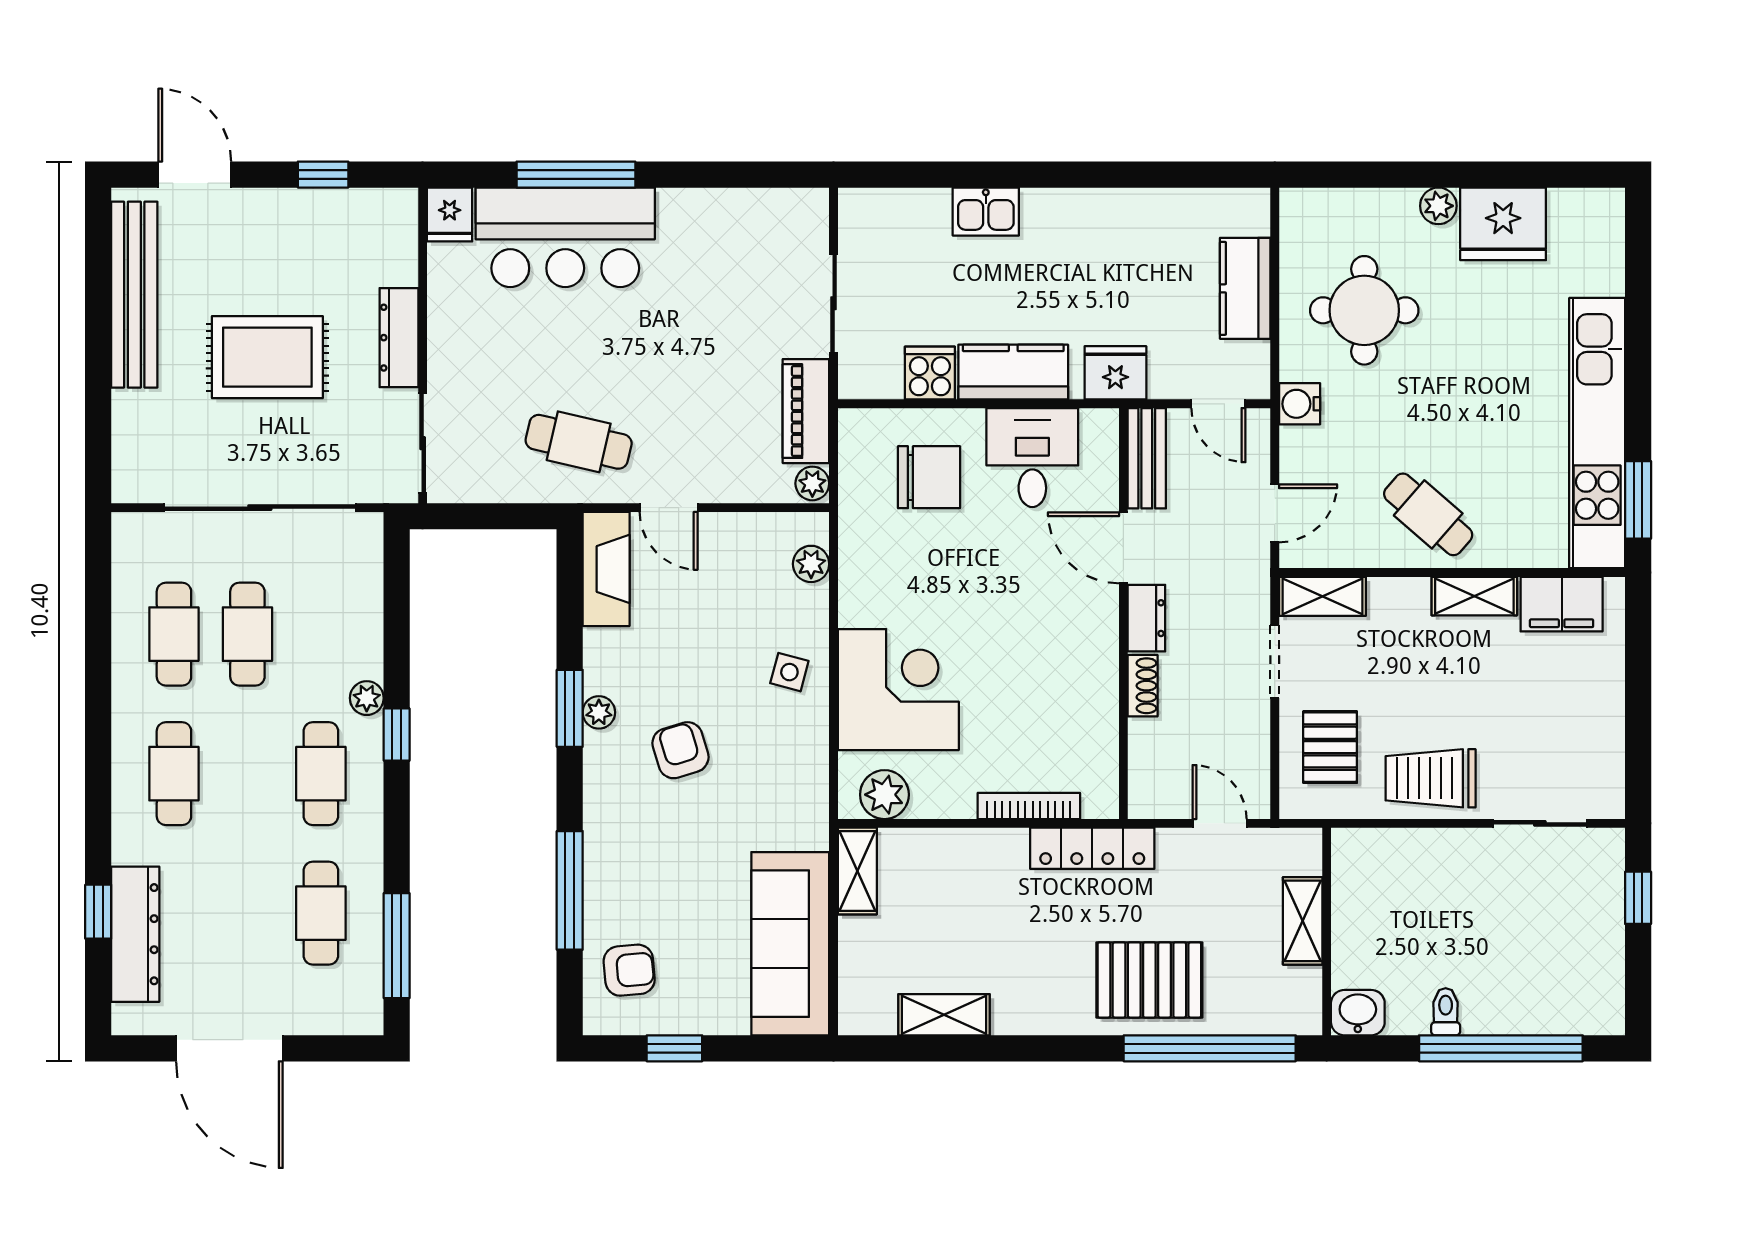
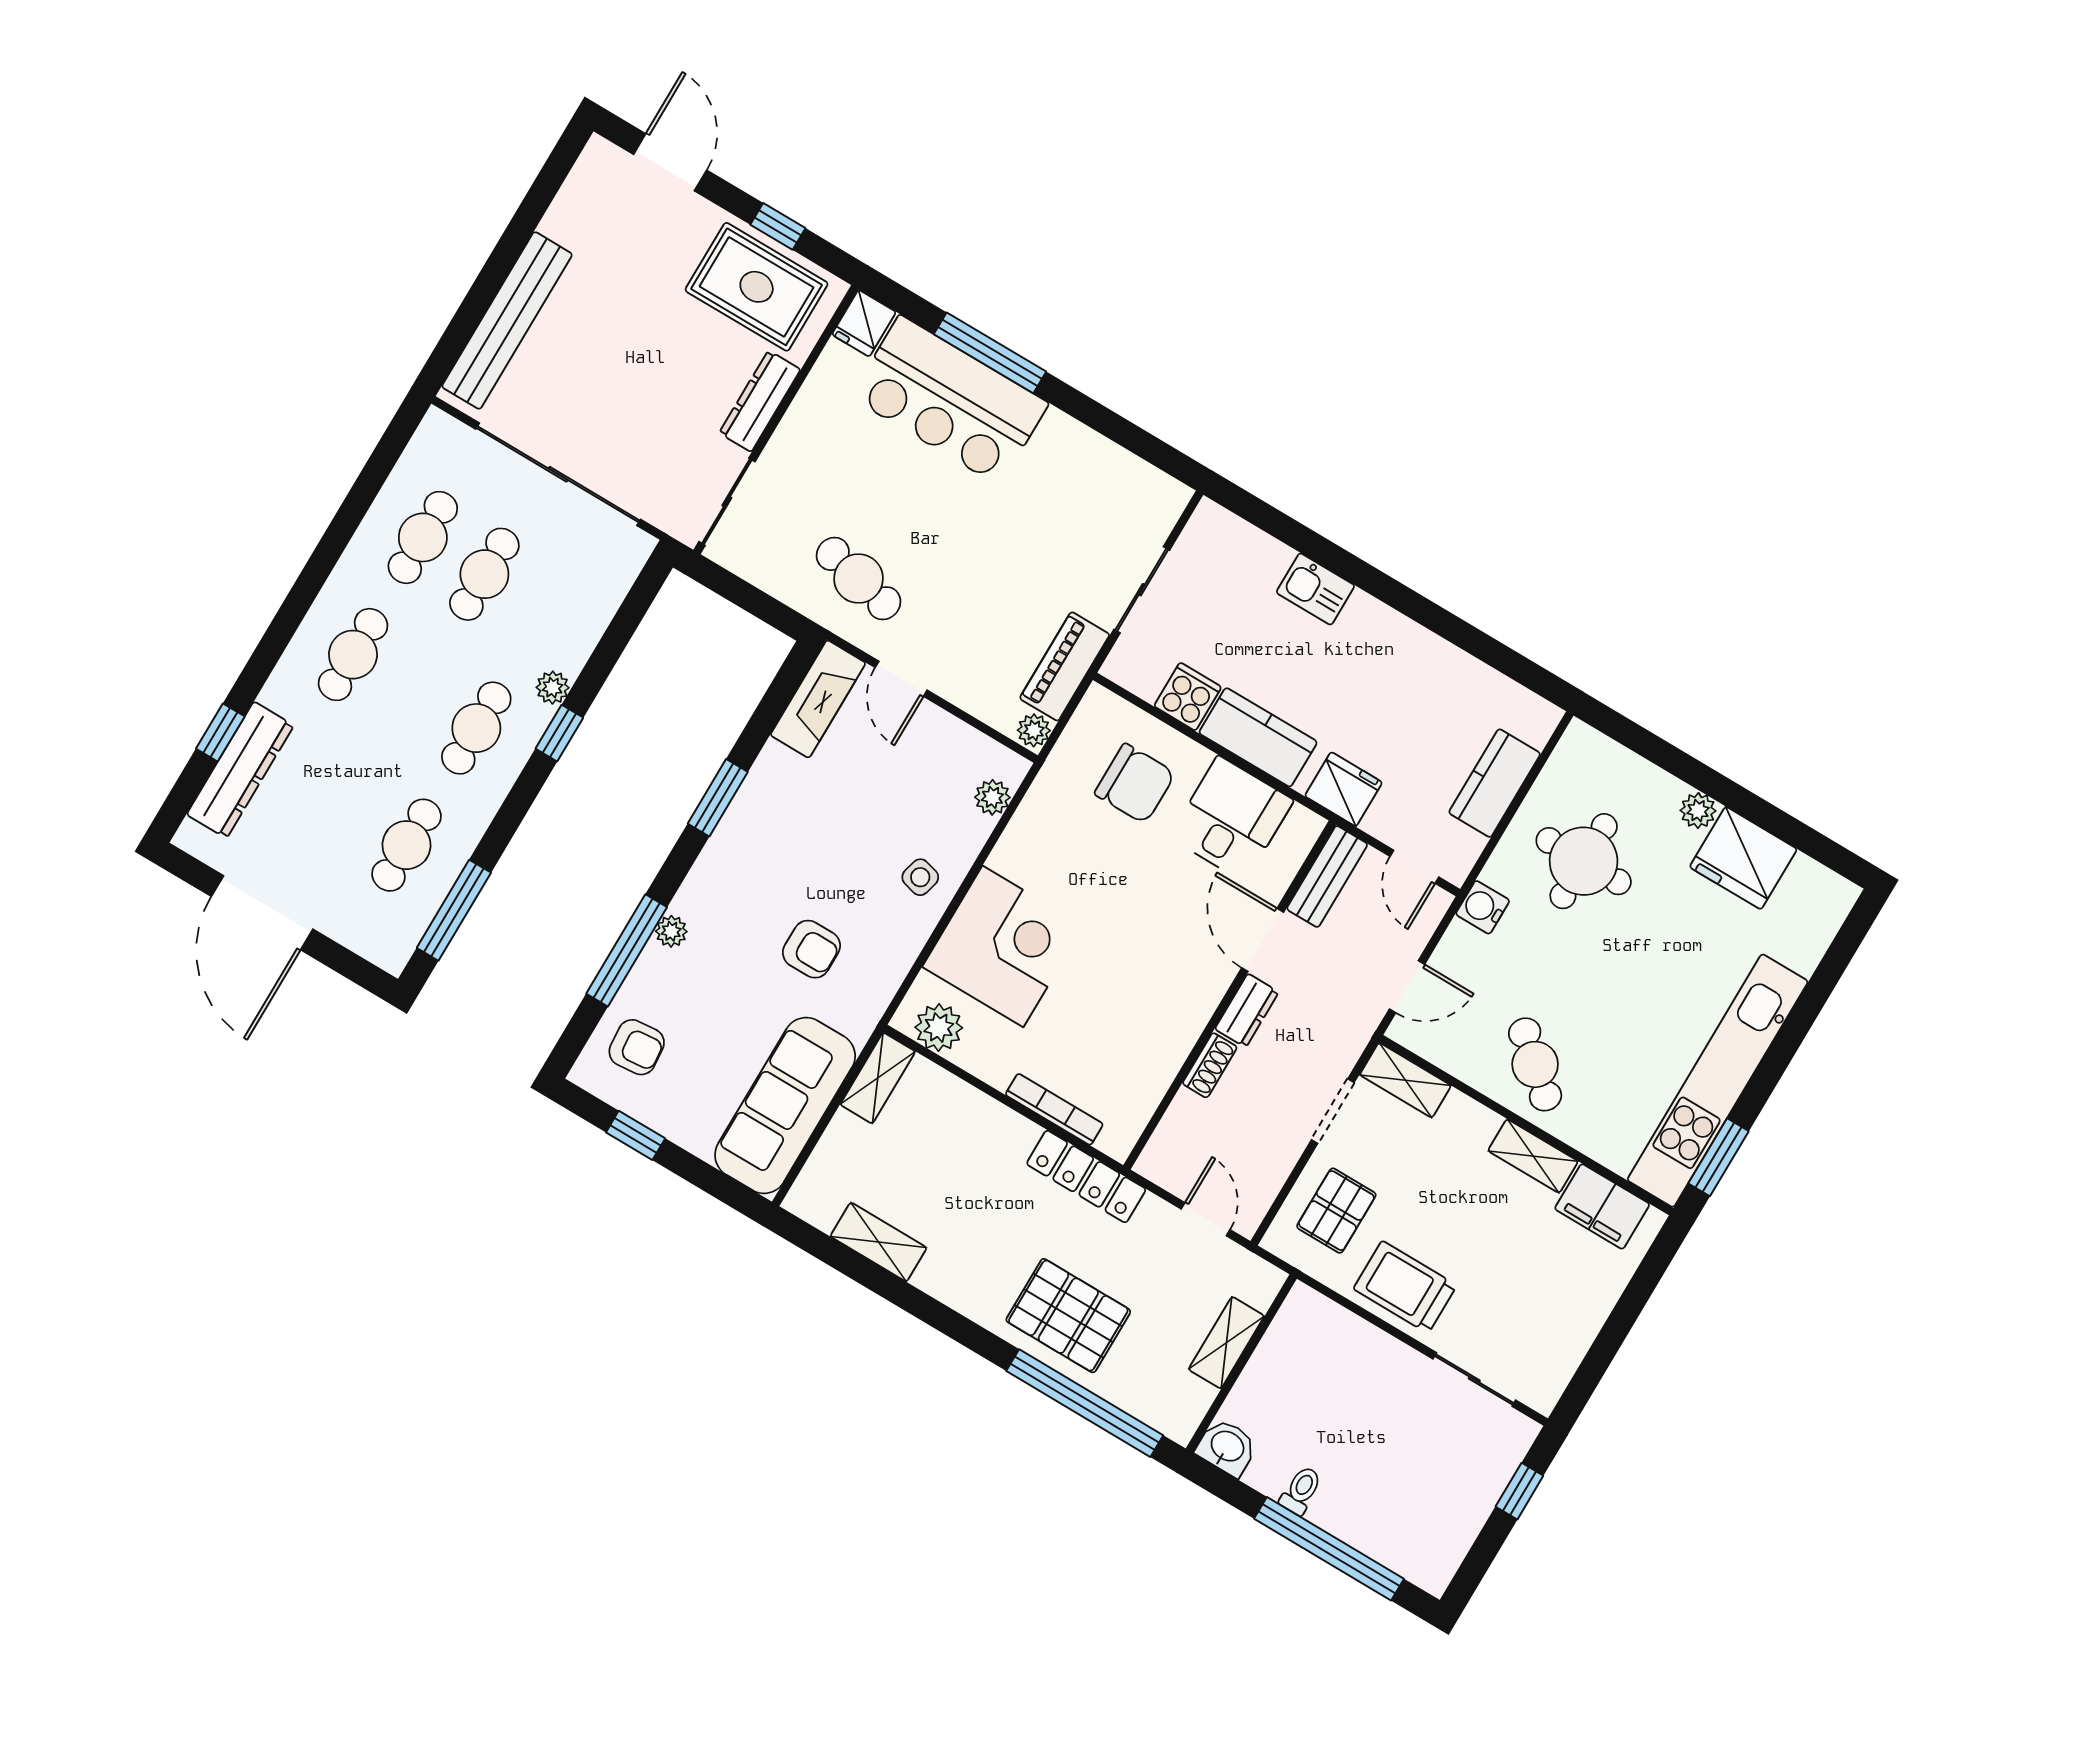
bench: (134, 295) -> (507, 320), moved
rug: (267, 357) -> (757, 287), moved
plant: (599, 712) -> (671, 931), moved
armchair: (680, 750) -> (811, 949), moved, turned 107

